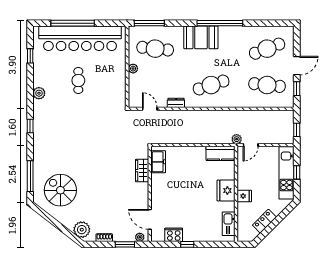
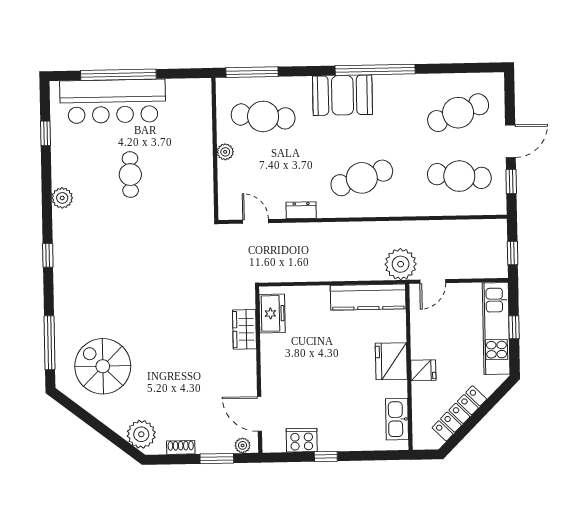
bar counter: (80, 38) -> (113, 101), width x0.73
plant: (237, 139) -> (401, 264), width x1.88, depth x1.88
kitchen counter: (221, 153) -> (368, 297), width x1.50
locker: (264, 221) -> (459, 413), width x1.53

